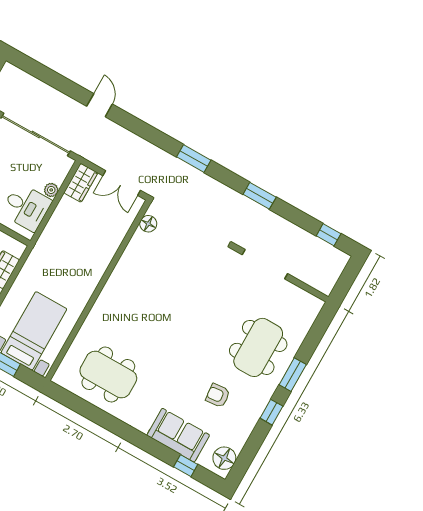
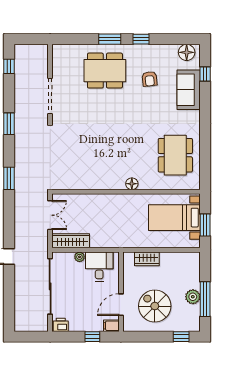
wardrobe: (81, 183) -> (71, 241), width x1.50
floor lamp: (148, 224) -> (132, 184), moved

